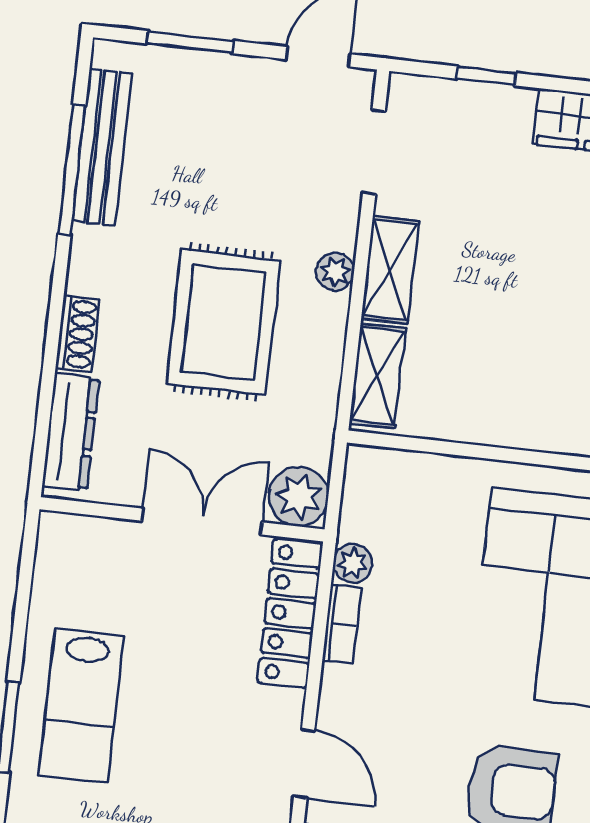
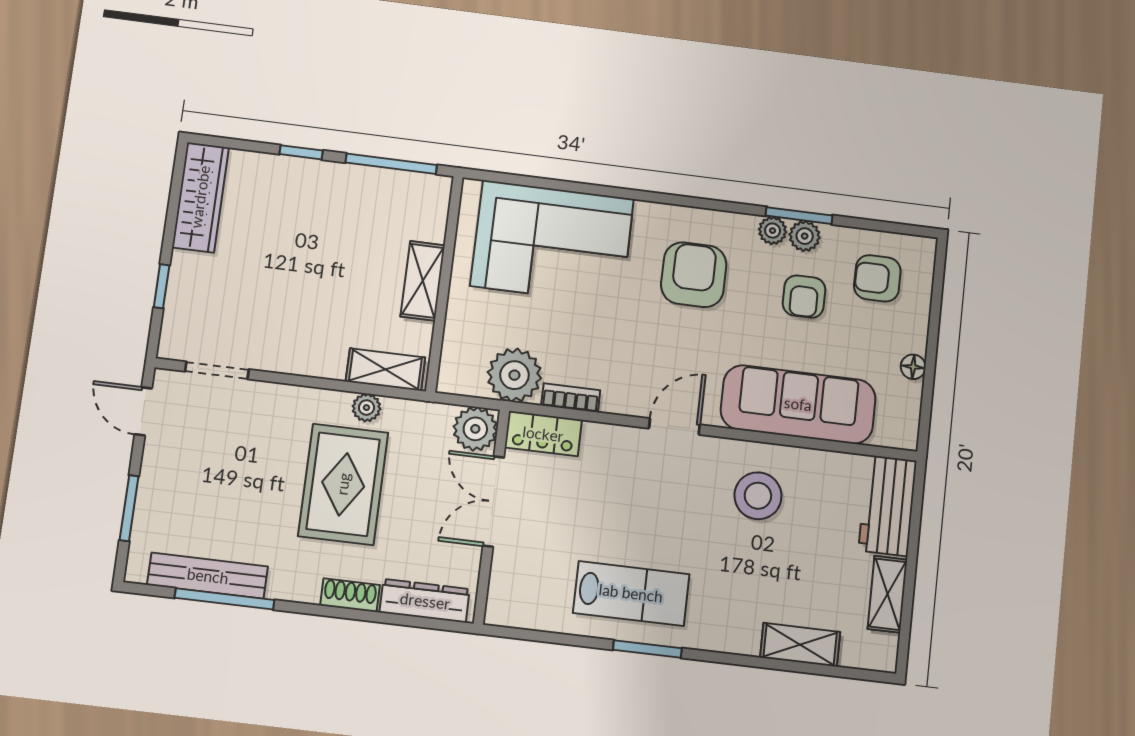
shelving: (390, 270) -> (423, 281), moved, turned 90
plant: (335, 271) -> (366, 408), moved
rug: (223, 322) -> (343, 484), turned 90
plant: (353, 563) -> (514, 375), width x1.88, depth x1.88
locker: (290, 613) -> (543, 434), width x0.66

